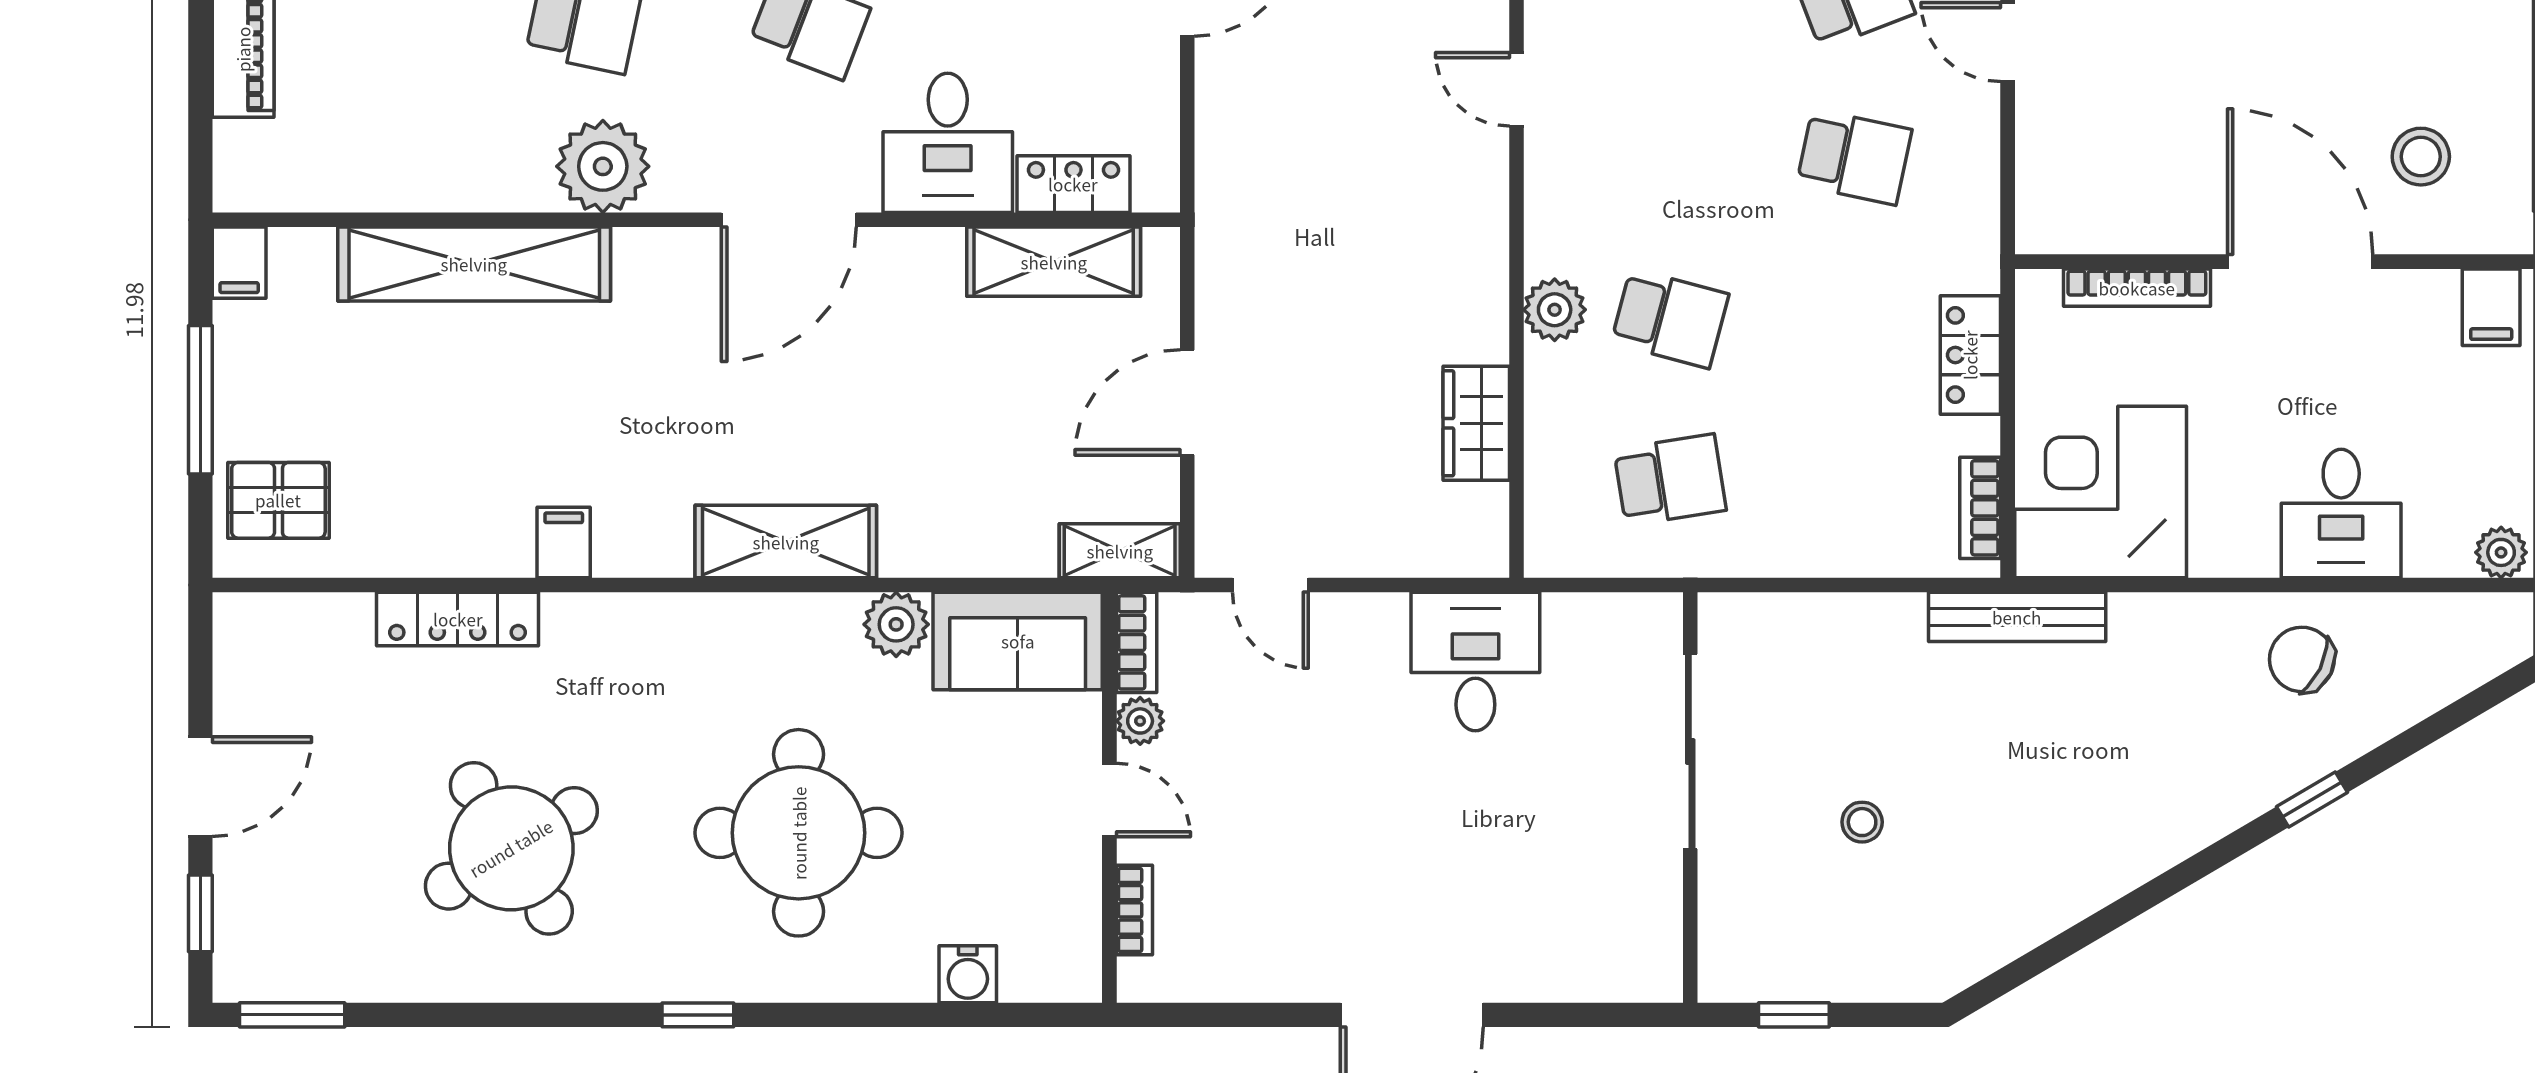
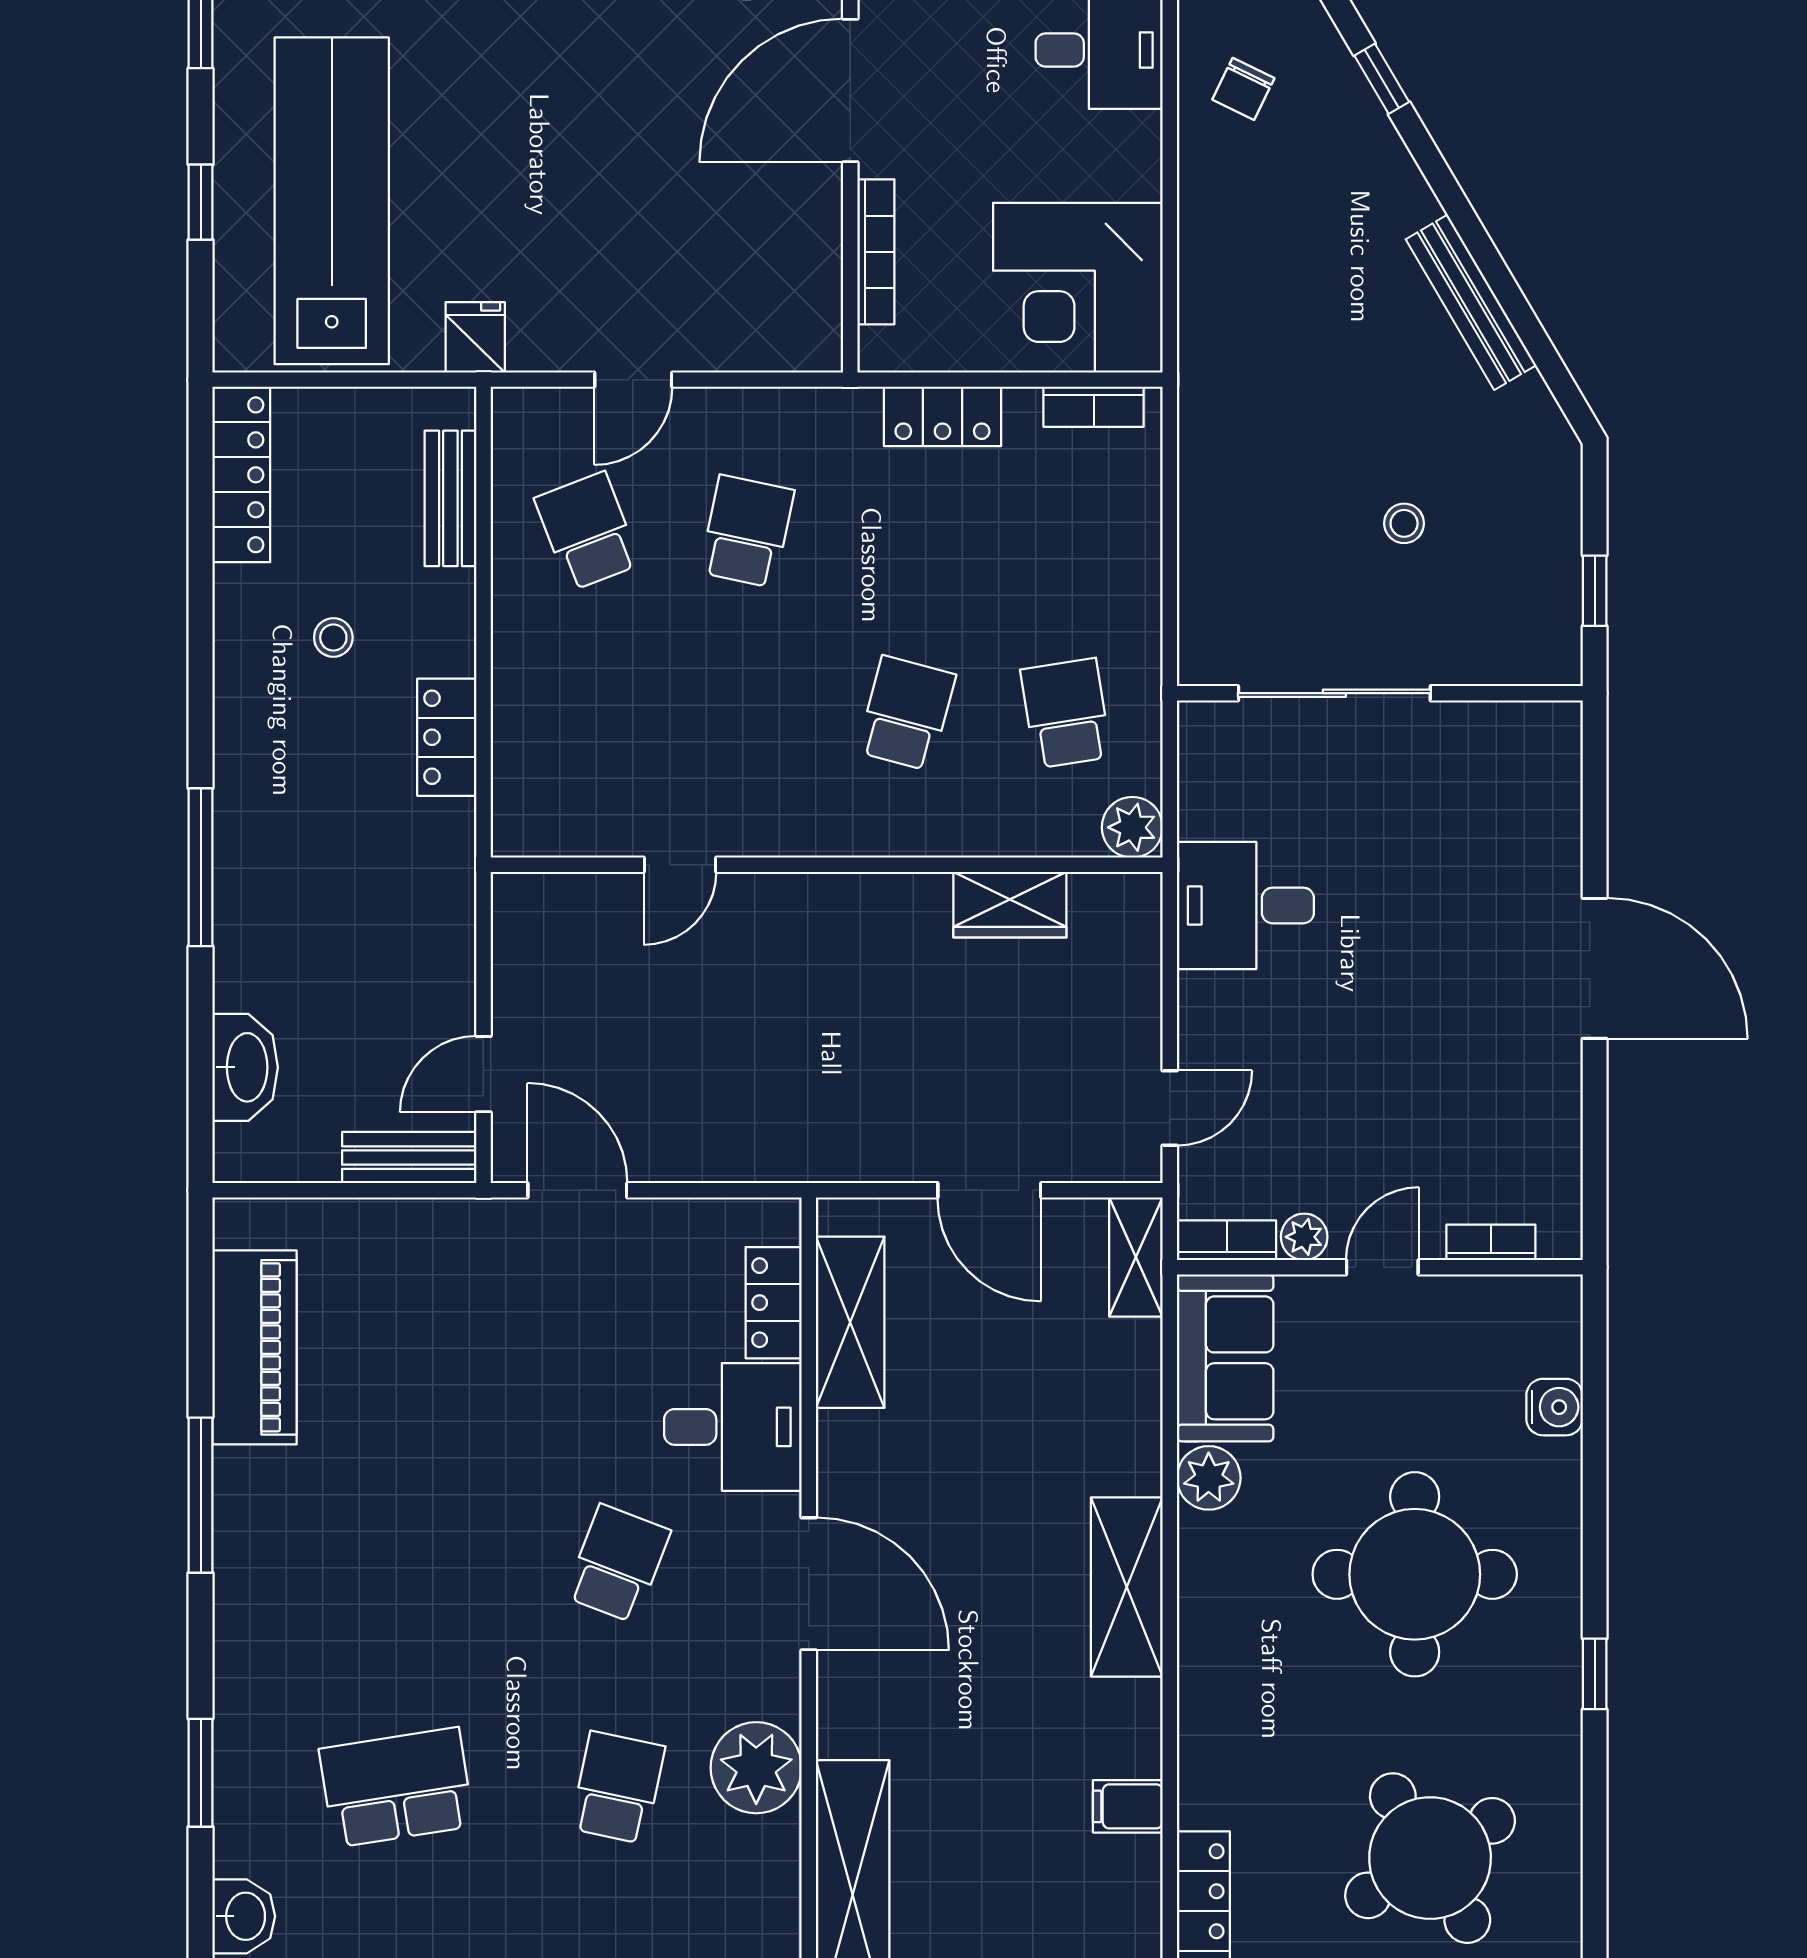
plant: (1555, 310) -> (1132, 827), moved
bench: (2017, 617) -> (1471, 302), moved, turned -30
chair: (2302, 659) -> (1243, 89), width x0.73, depth x0.73

